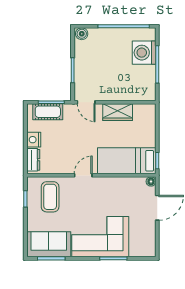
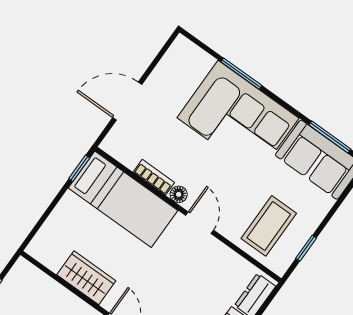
door: (83, 175) -> (200, 223), swing flipped
bookcase: (120, 181) -> (154, 177), added
floor lamp: (151, 182) -> (179, 194), moved

